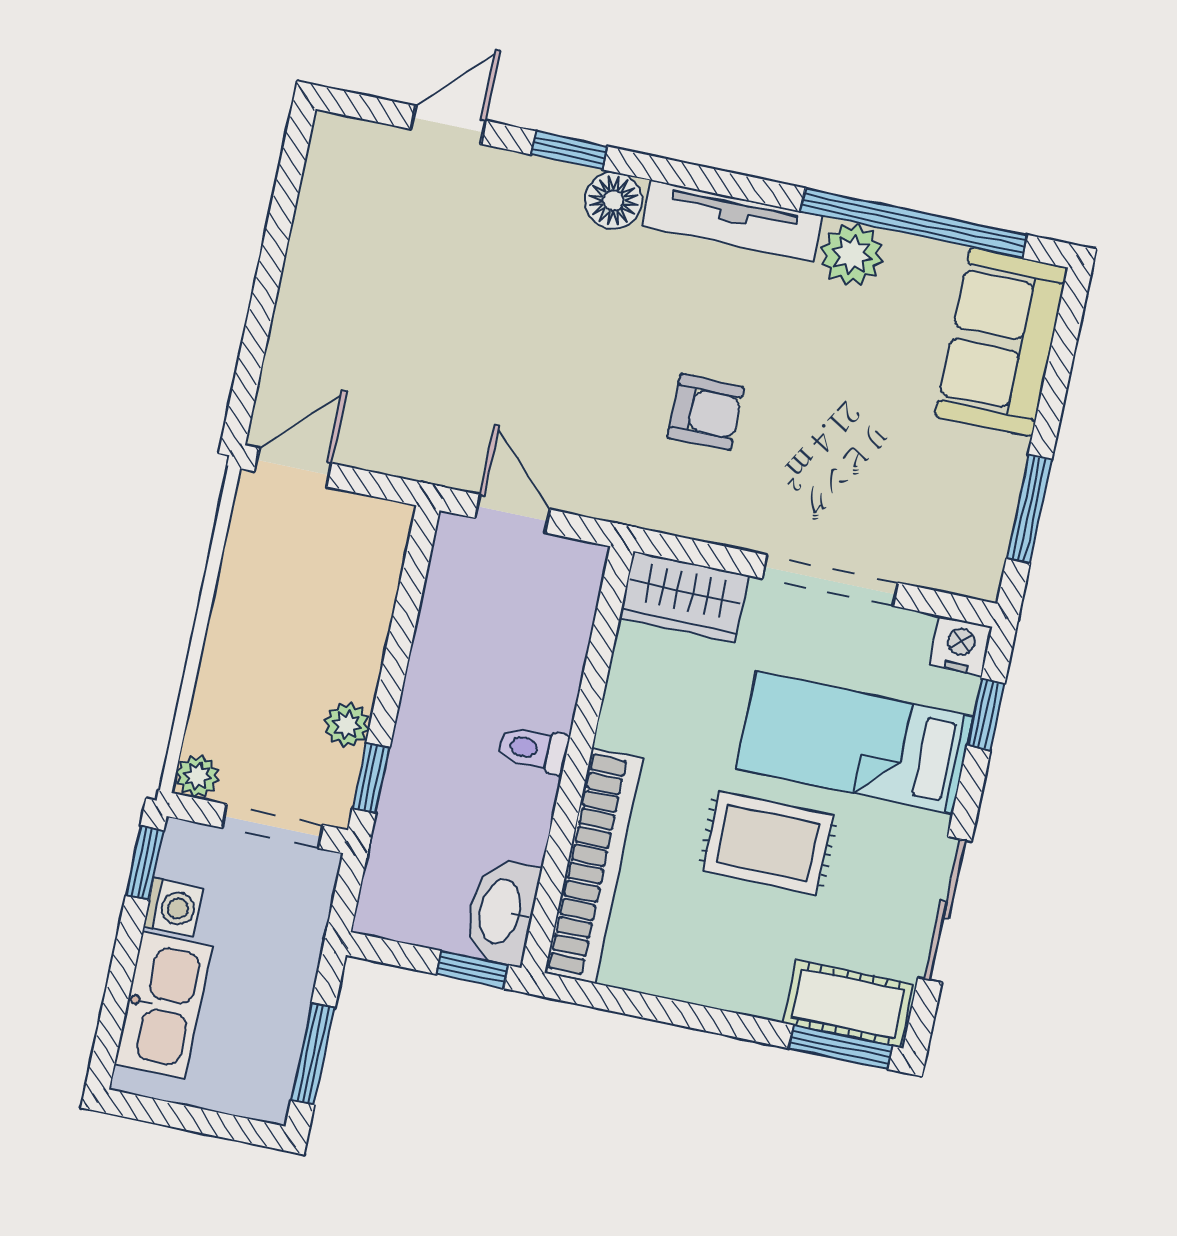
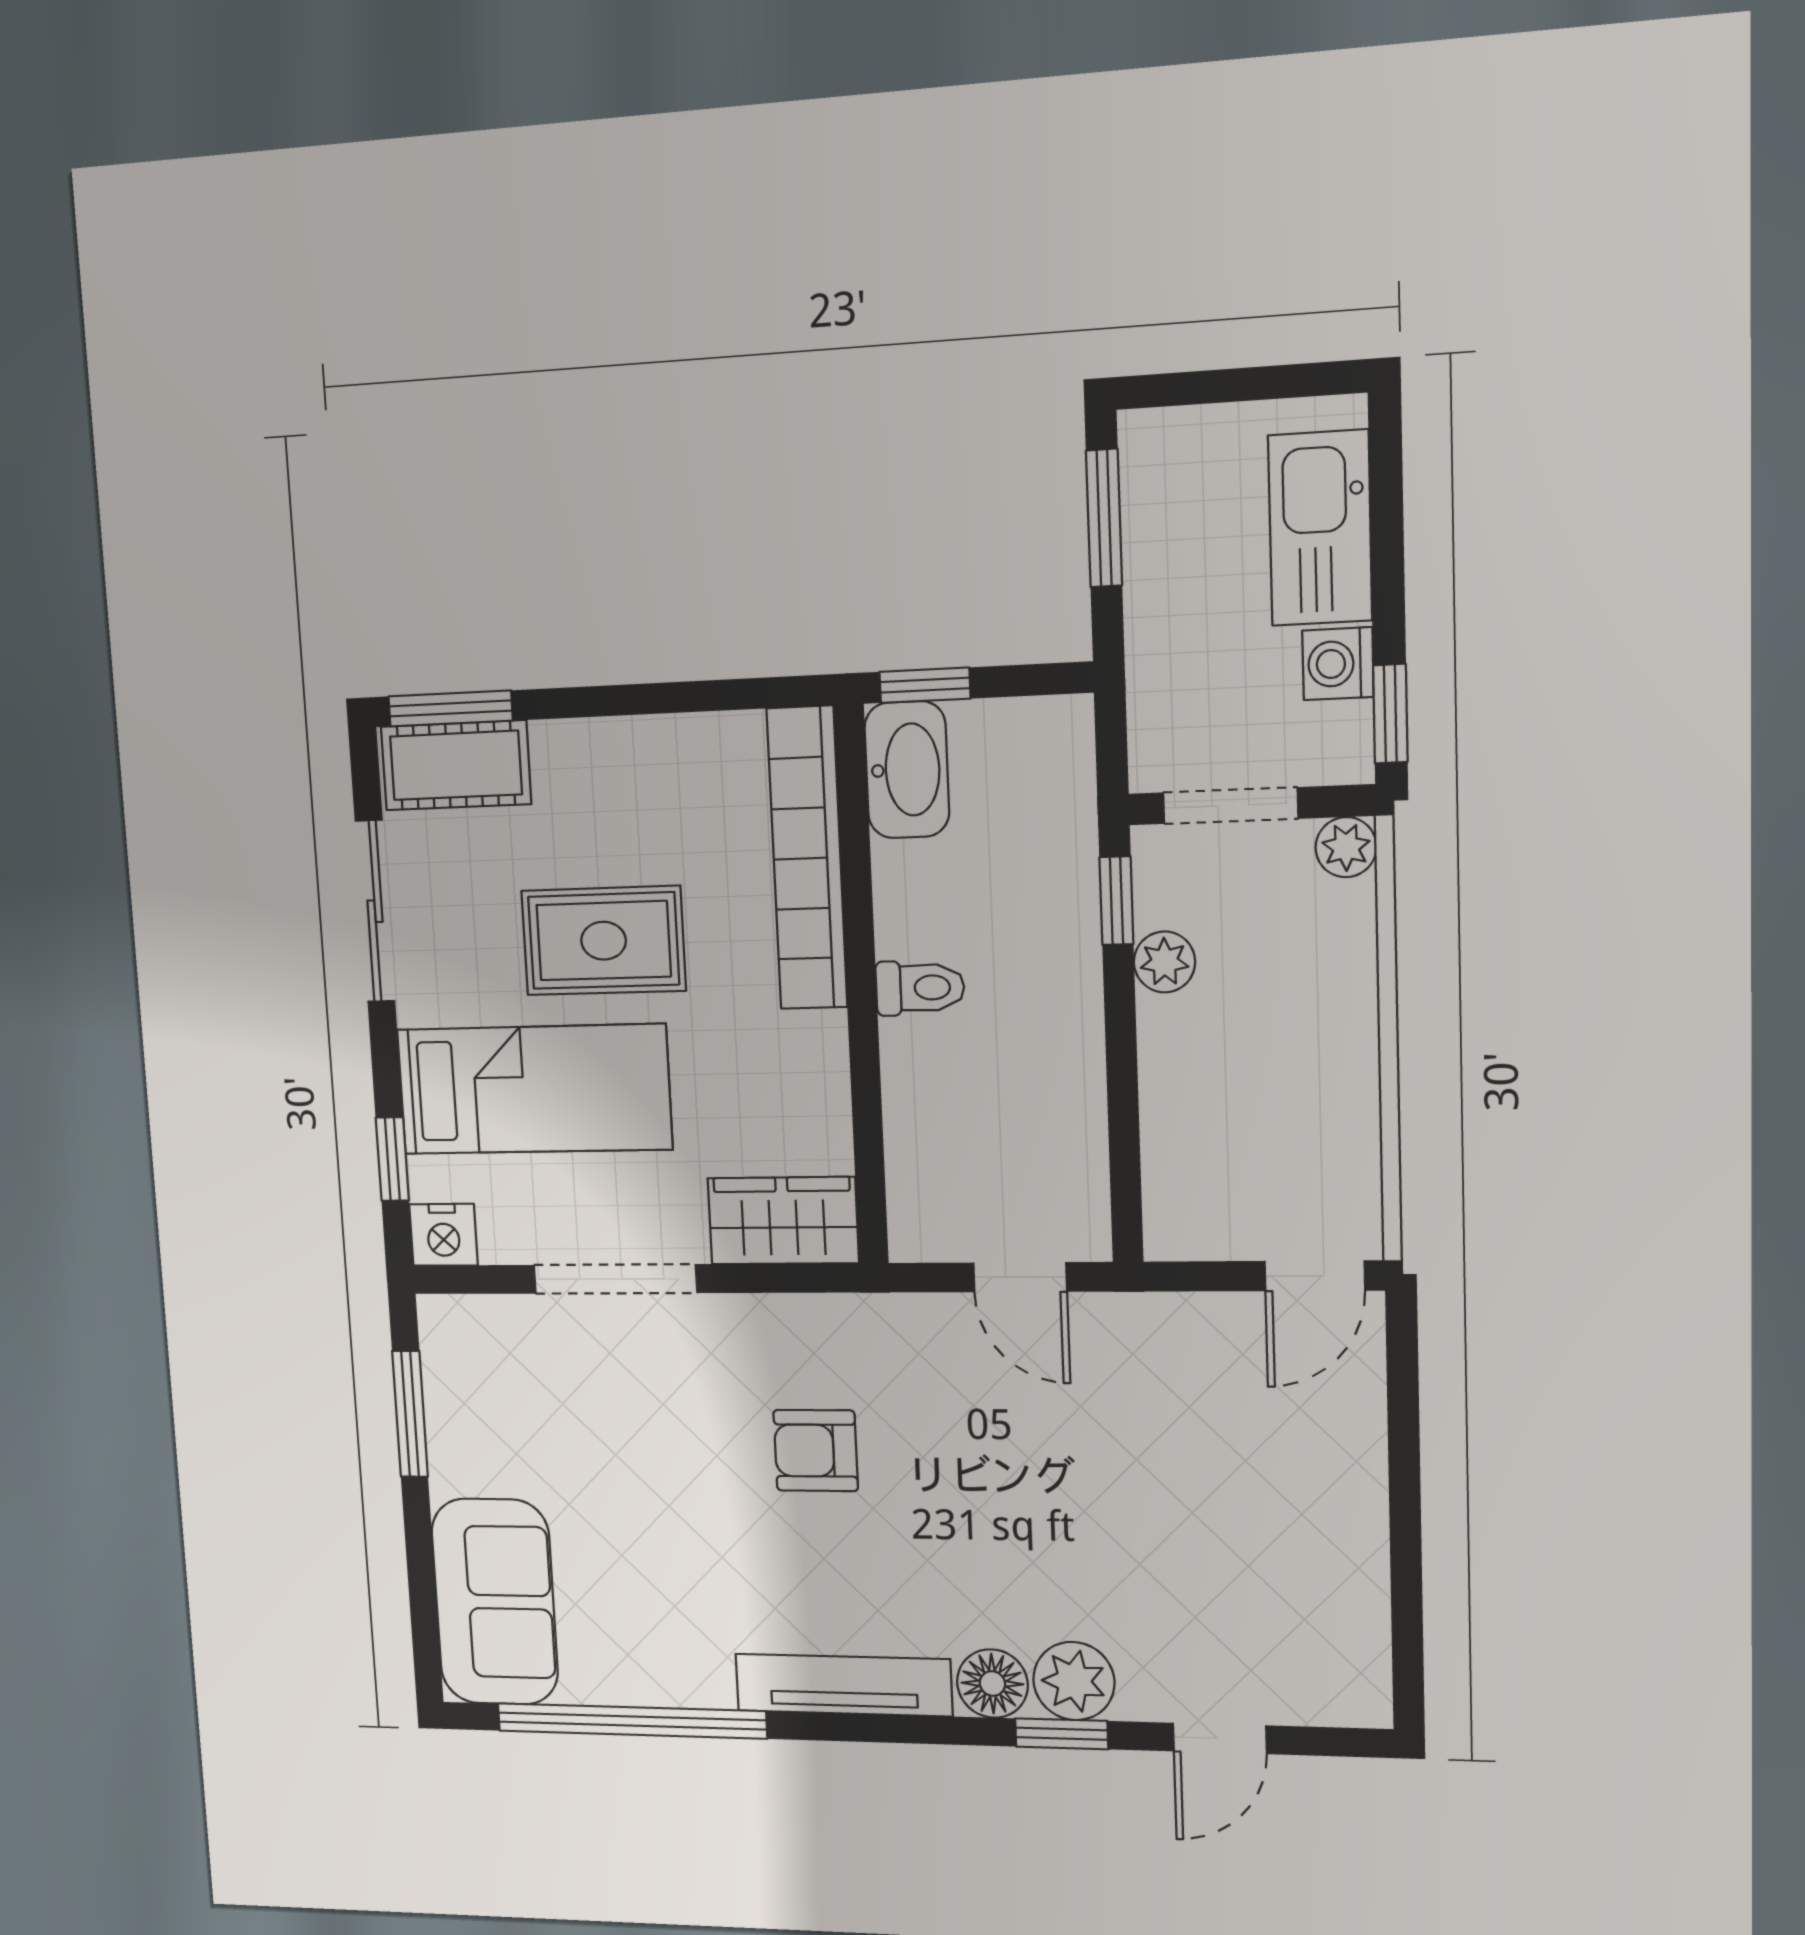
plant: (852, 255) -> (1074, 1681), moved

